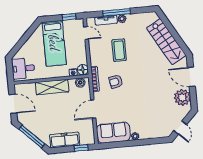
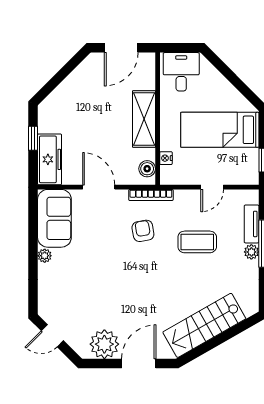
door: (86, 33) -> (212, 187), moved
floor lamp: (83, 70) -> (169, 176), removed
window: (32, 137) -> (61, 75), removed
freezer: (65, 140) -> (50, 159), moved
window: (81, 148) -> (33, 138), moved

